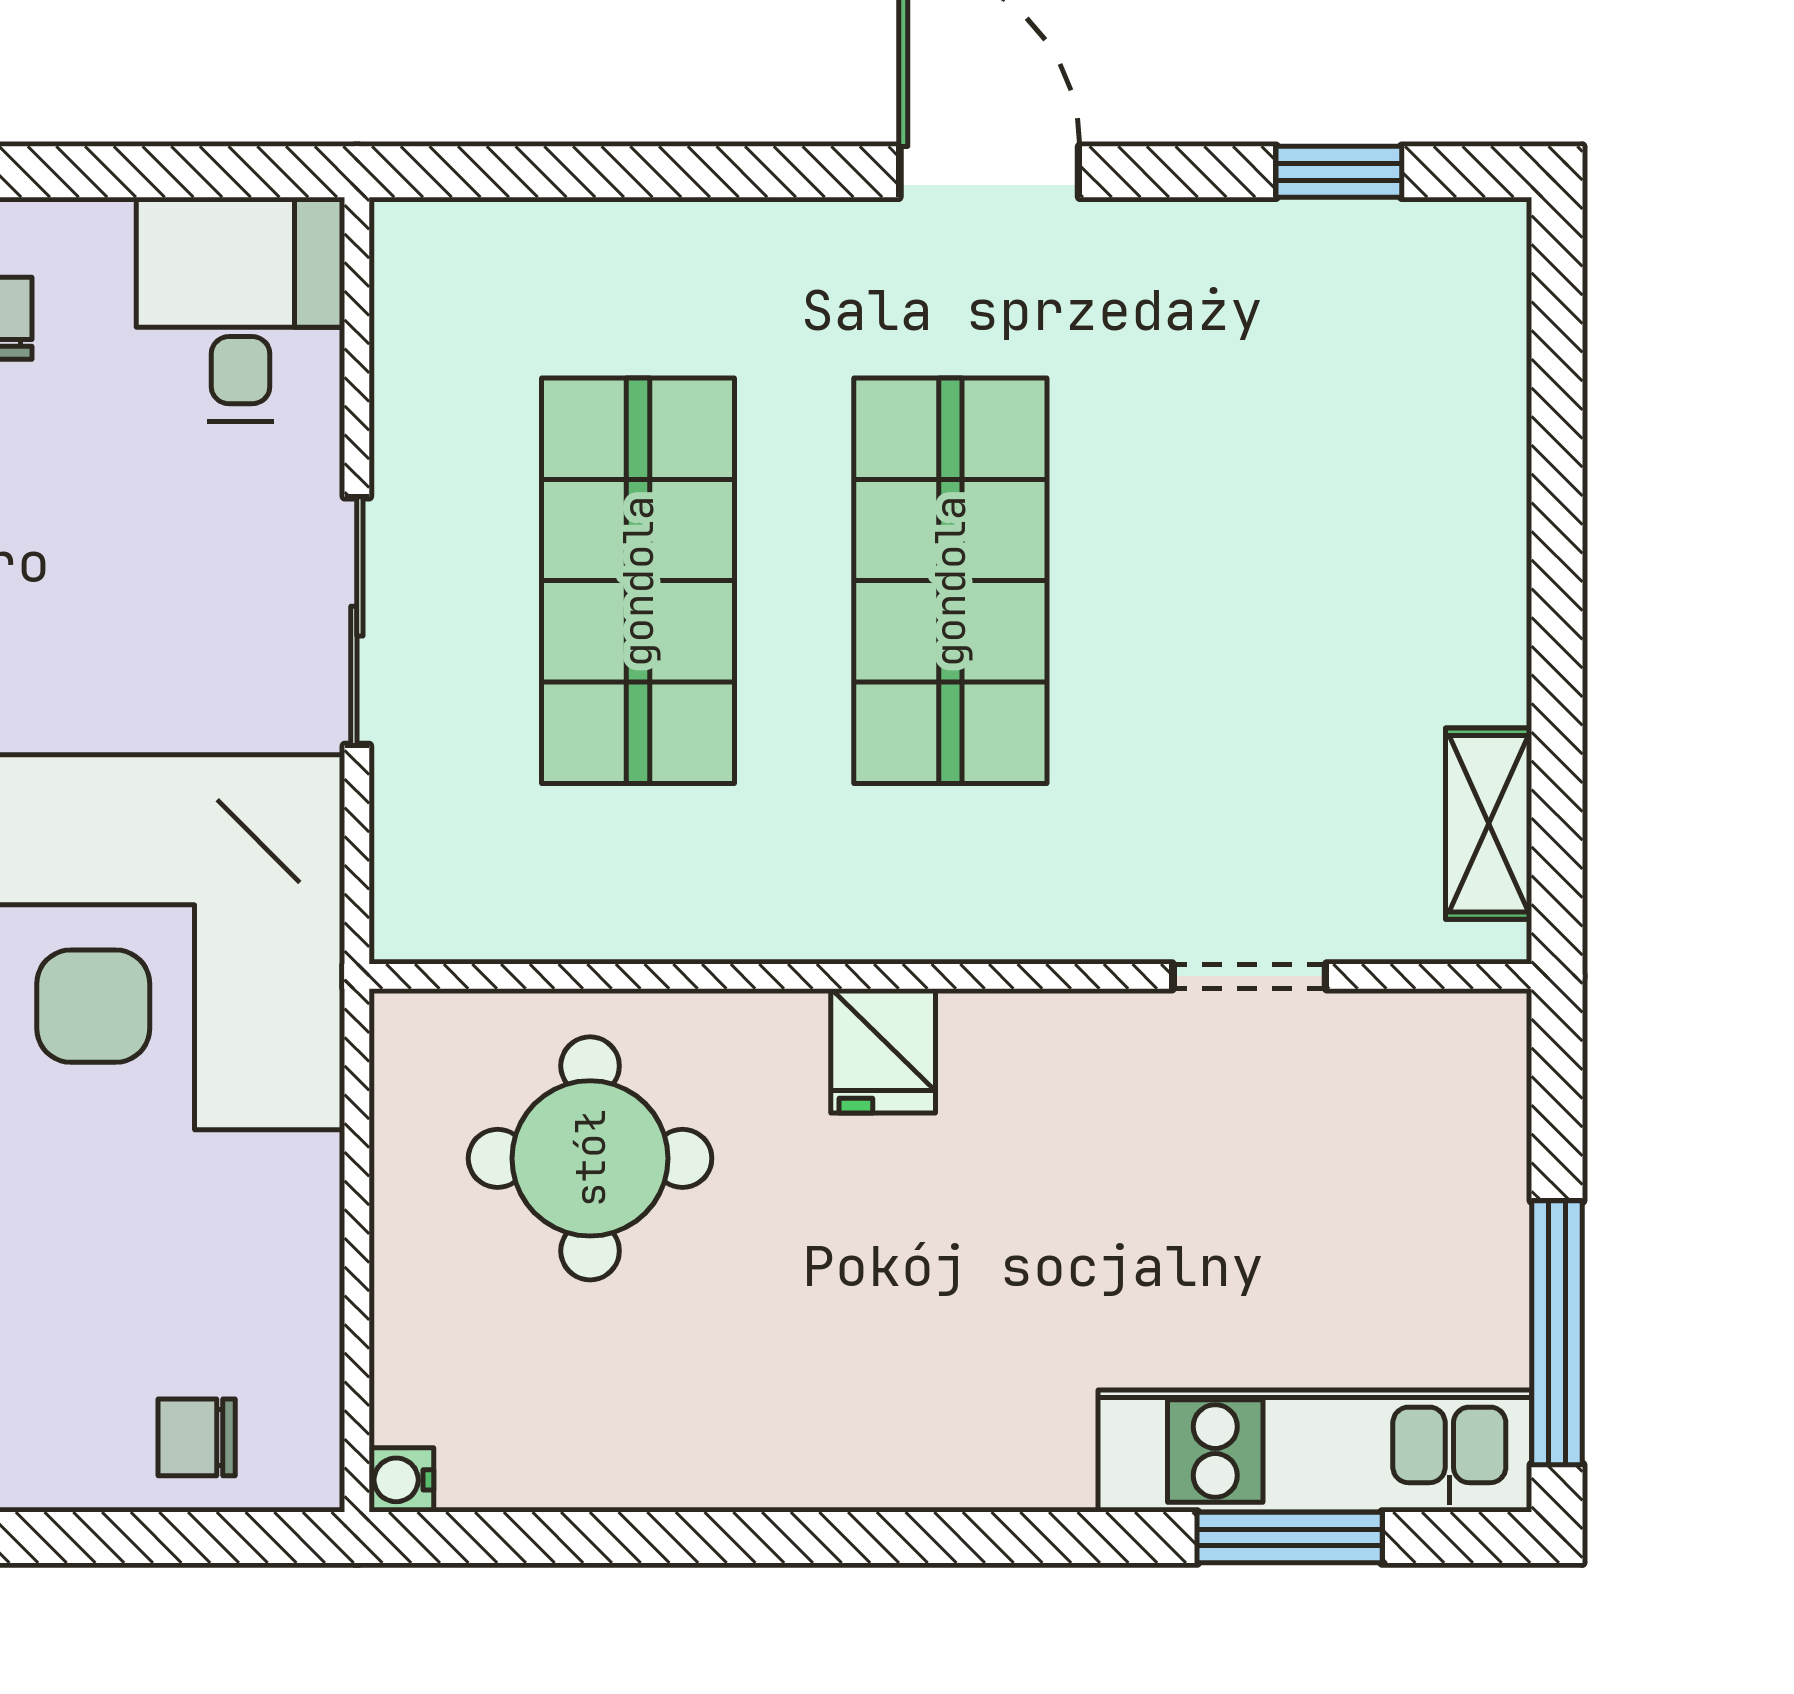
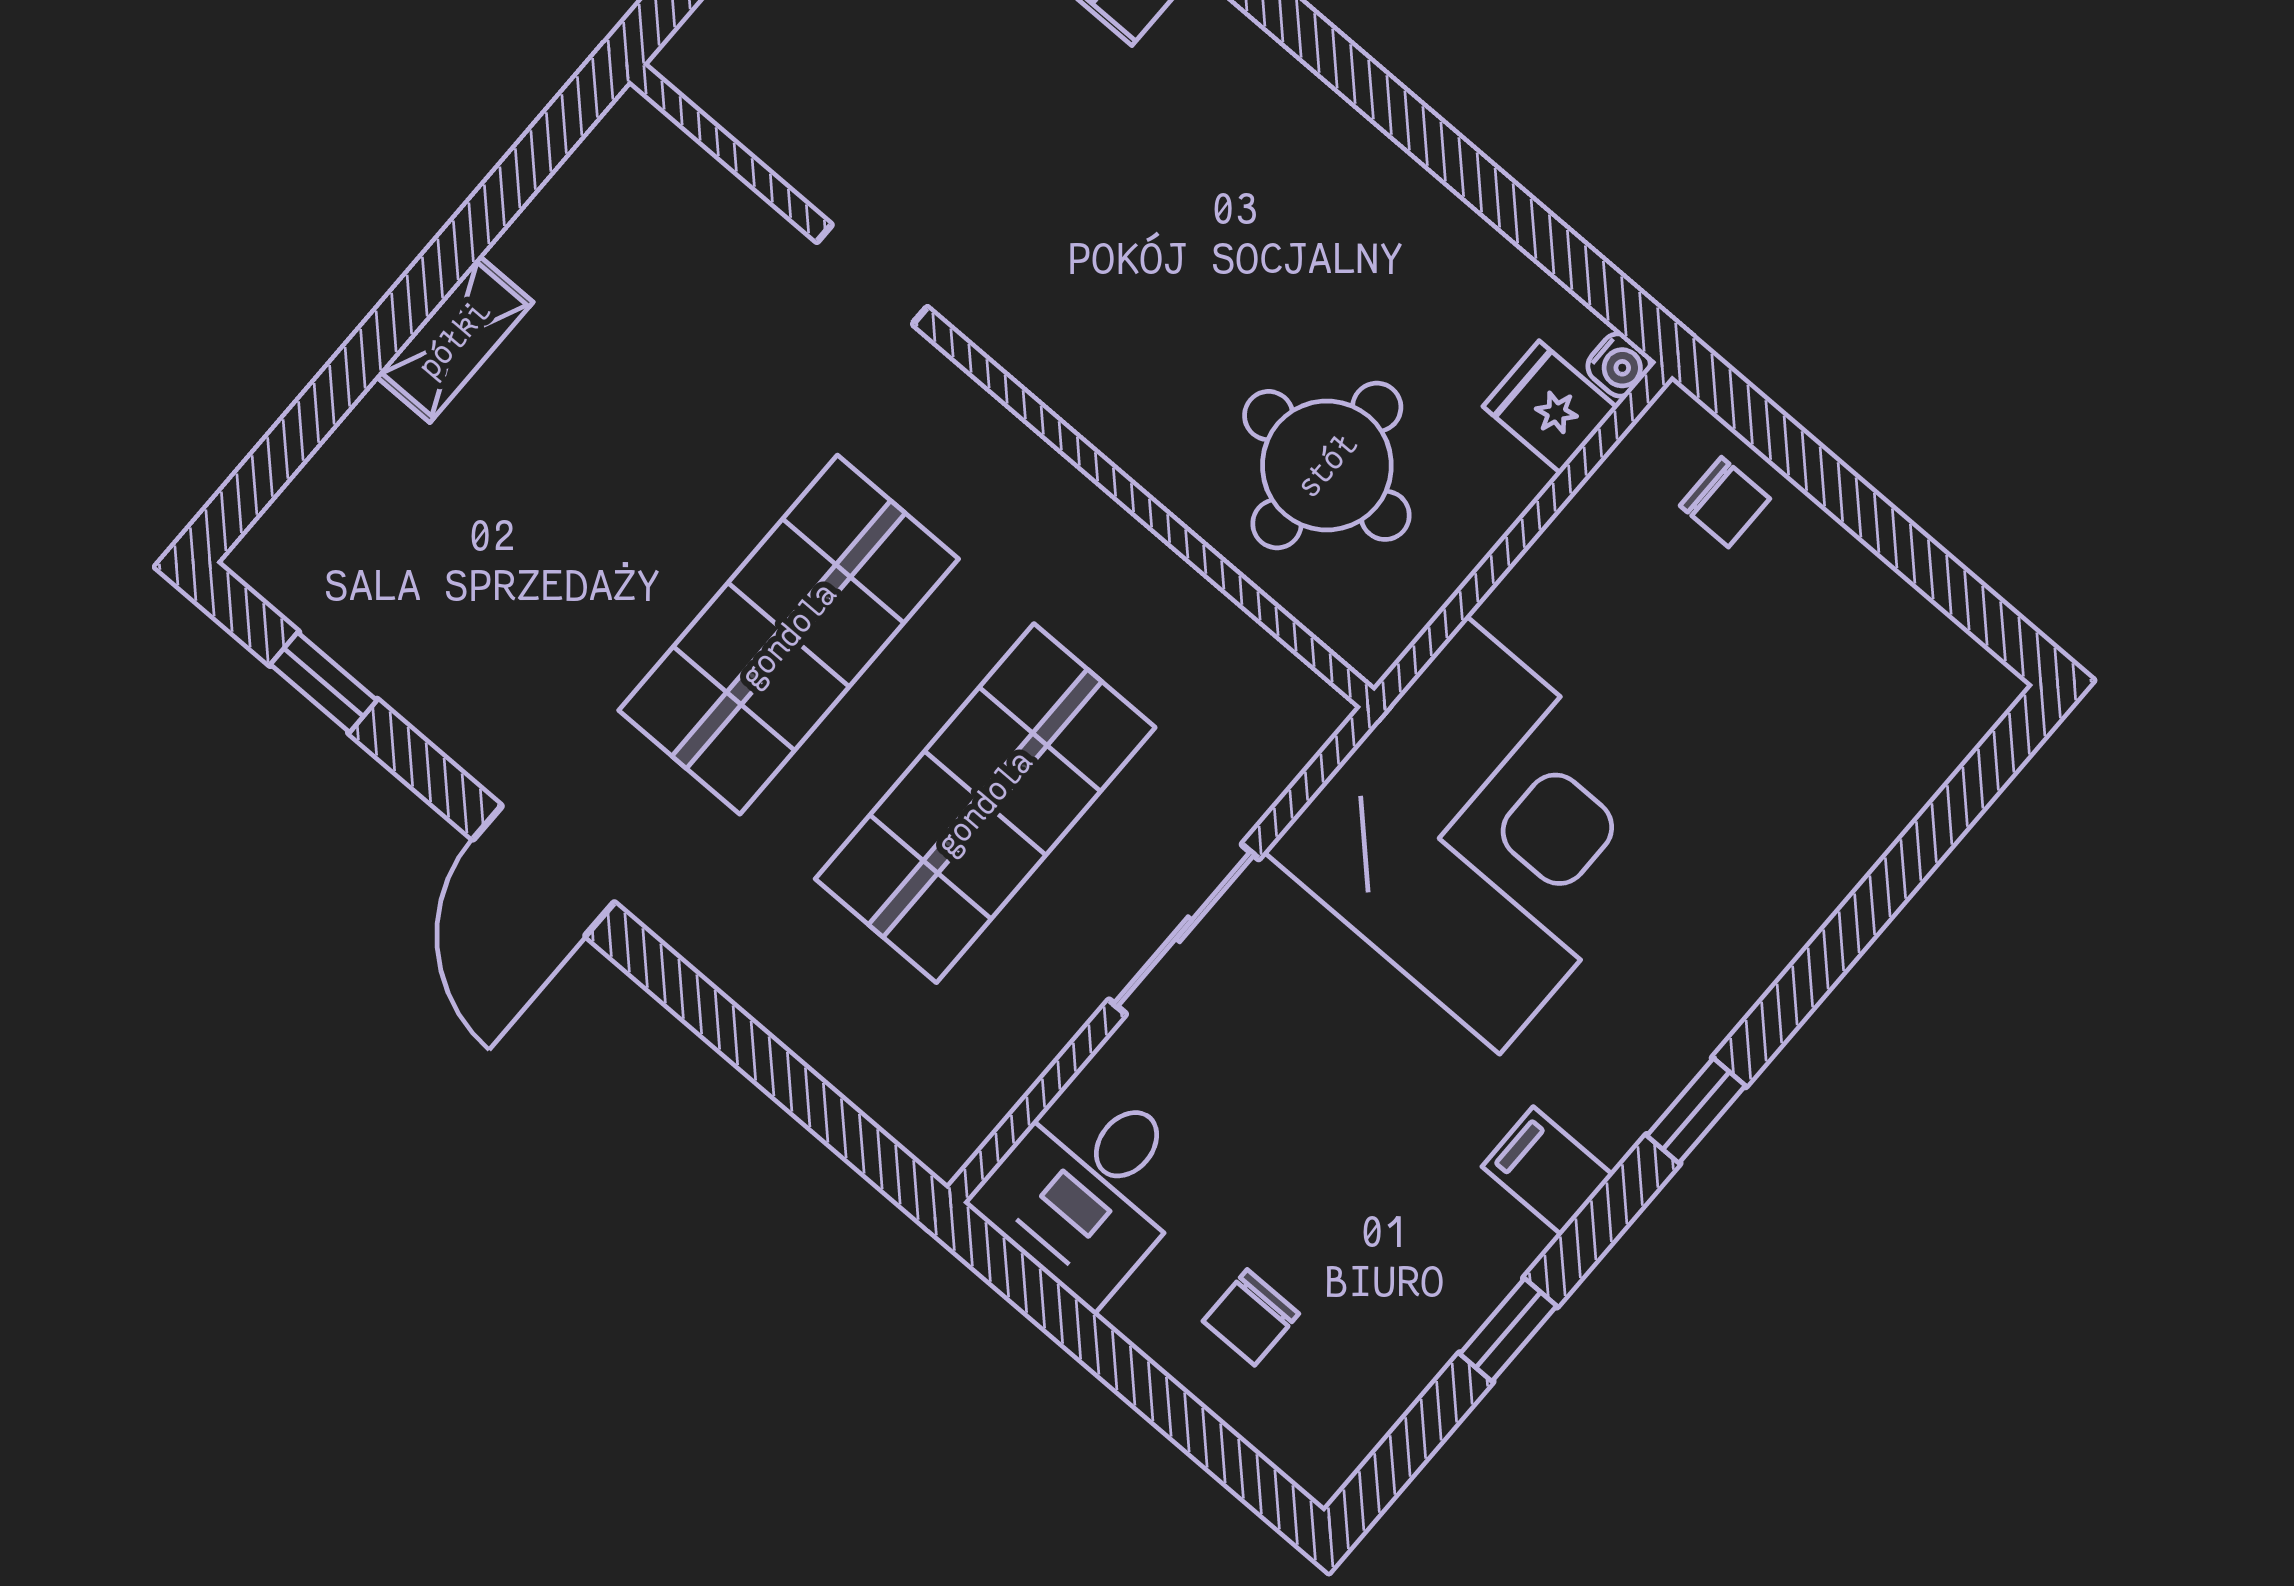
shelving: (1489, 824) -> (454, 339), moved
doorway: (1249, 976) -> (872, 274), moved
fridge: (883, 1051) -> (1550, 407), moved, turned -90

